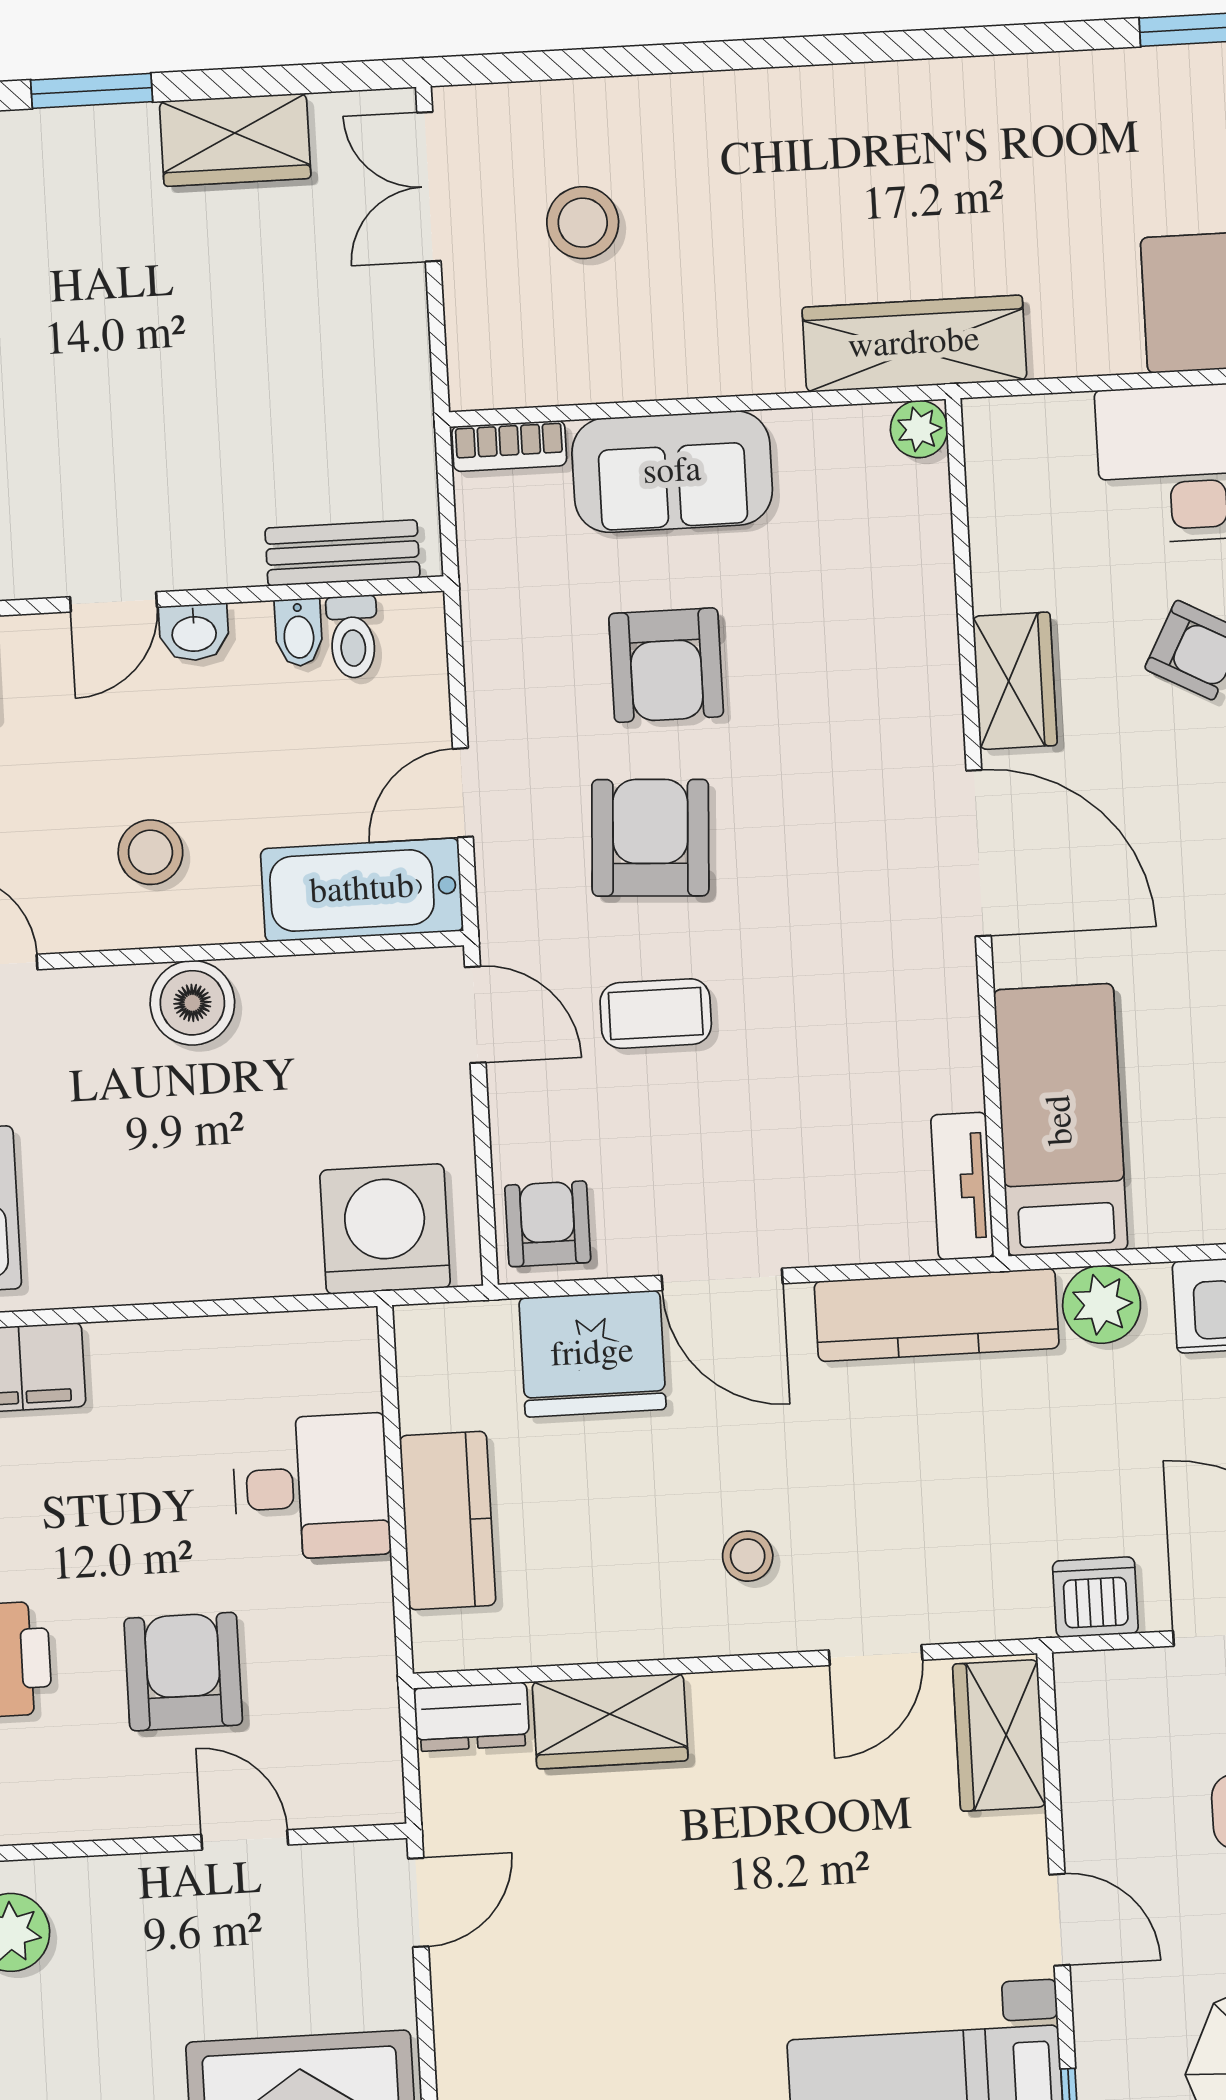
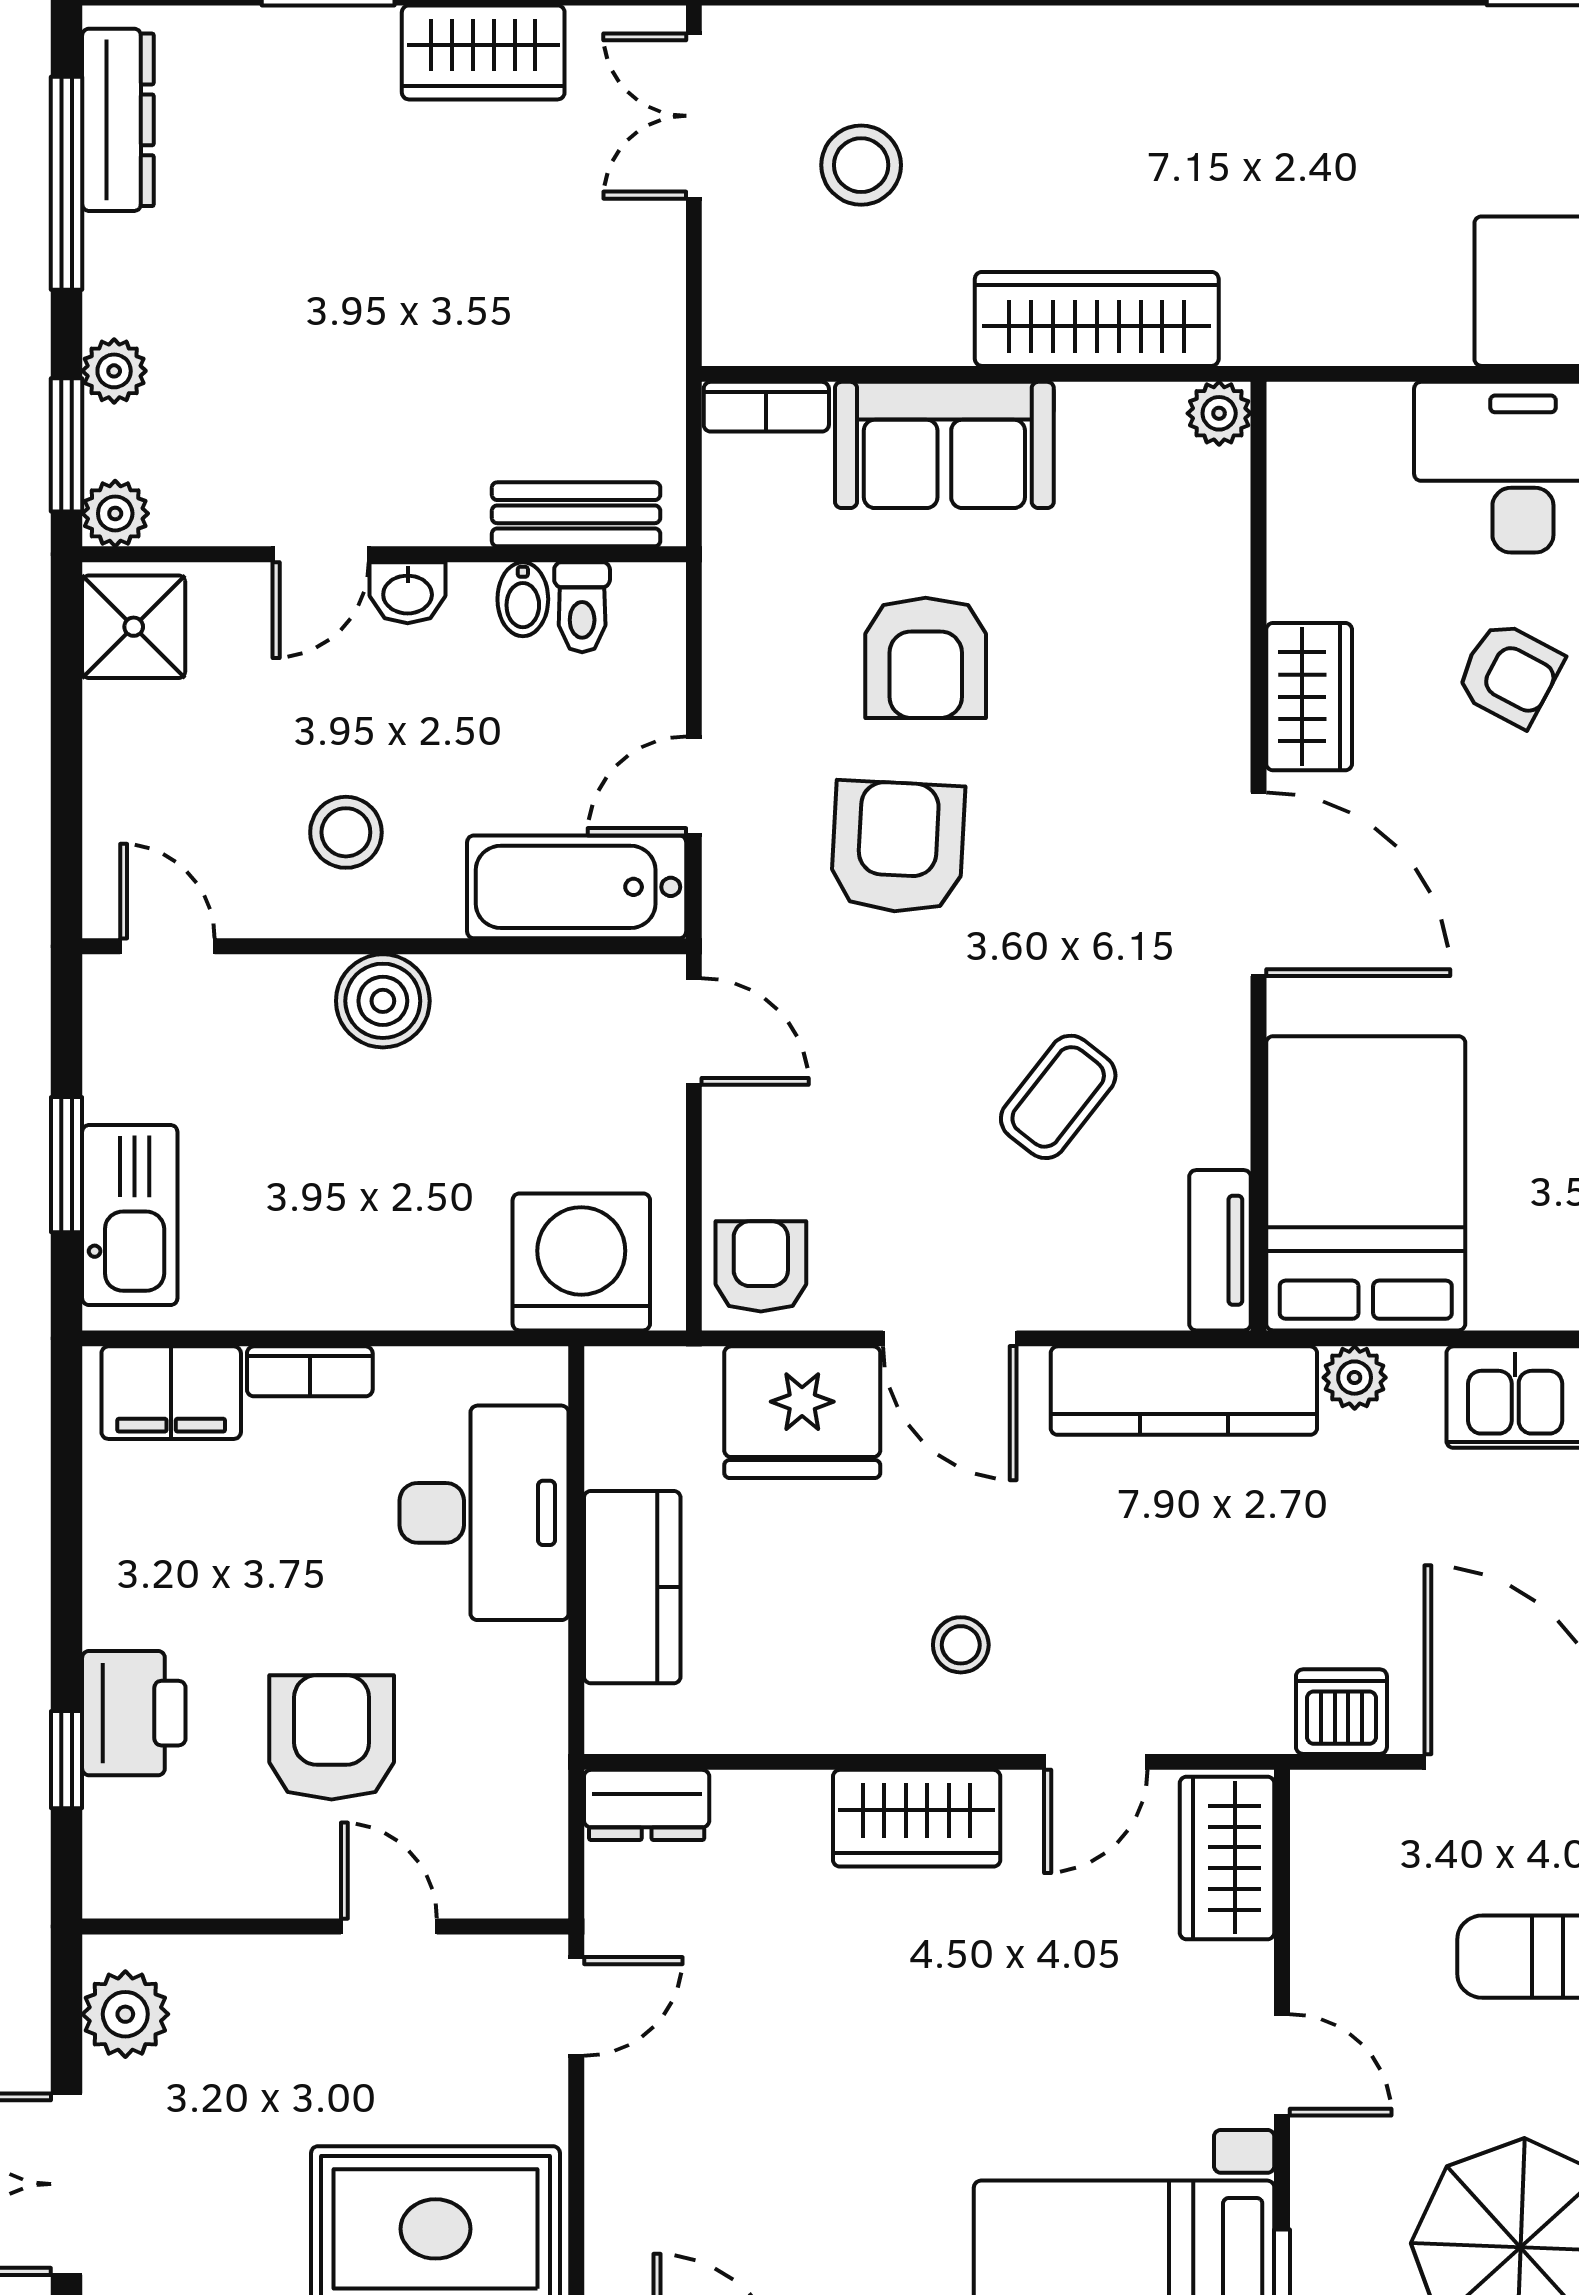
wardrobe: (914, 344) -> (1097, 319), moved
coffee table: (656, 1014) -> (1058, 1097), moved, turned -52
bed: (1061, 1120) -> (1366, 1183), width x1.50
plant: (1102, 1304) -> (1355, 1378), width x0.73, depth x0.73
bookcase: (145, 1342) -> (310, 1371), added
desk: (311, 1487) -> (484, 1513), width x1.37
wardrobe: (610, 1721) -> (917, 1818), moved

